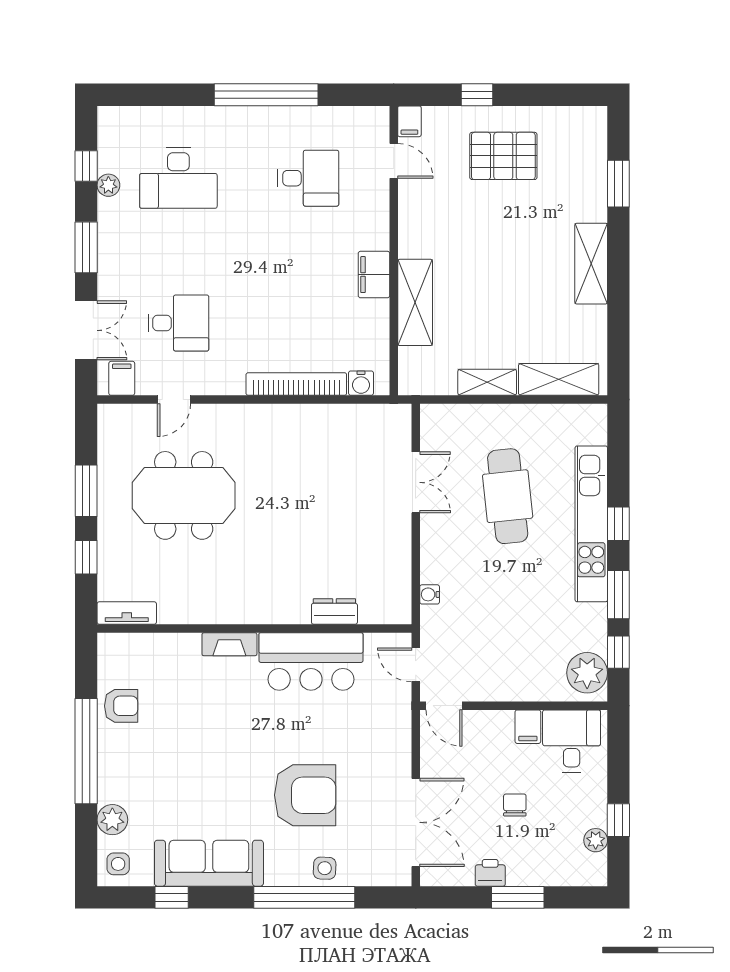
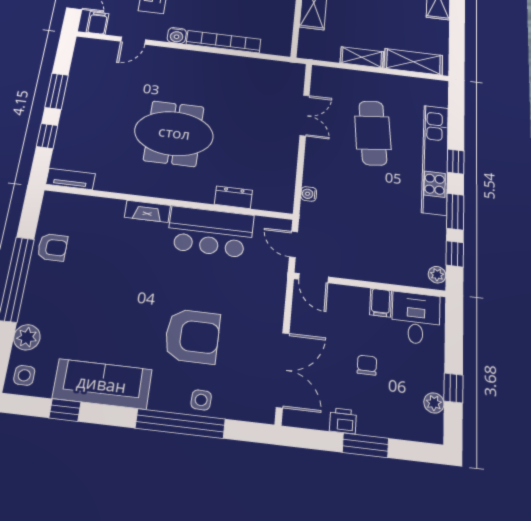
water cooler: (361, 383) -> (177, 35), moved
meeting table: (184, 495) -> (174, 133), moved
plant: (587, 673) -> (437, 275), width x0.53, depth x0.53

